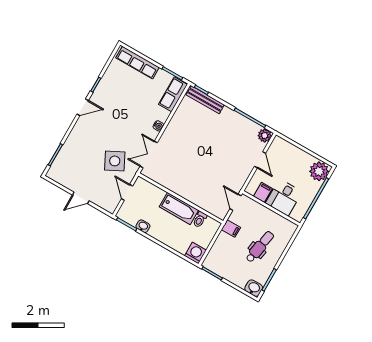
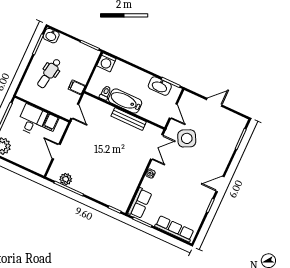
bench: (205, 100) -> (129, 119), moved
plant: (265, 136) -> (66, 179), moved
washbasin: (143, 226) -> (160, 86), width x1.91, depth x1.45

